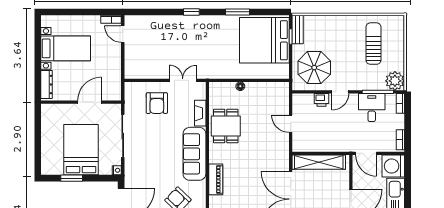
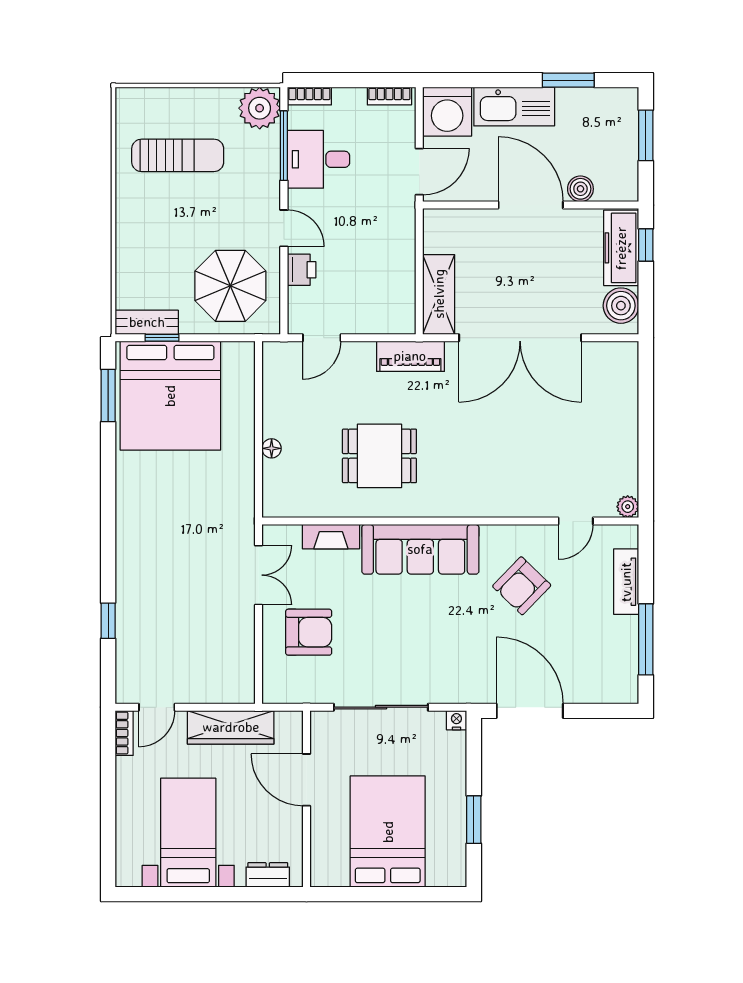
window: (191, 12) -> (108, 621), moved
window: (237, 12) -> (108, 396), moved
sun lounger: (373, 44) -> (178, 155), turned 180
wardrobe: (114, 68) -> (231, 727), added
double door: (183, 80) -> (258, 575), swing flipped
dresser: (47, 85) -> (268, 875), width x0.70
door: (291, 124) -> (322, 338), moved
dining table: (226, 126) -> (379, 456), moved
bed: (81, 150) -> (388, 832), moved, turned 90
shelving: (319, 162) -> (439, 294), width x0.68
piano: (216, 179) -> (410, 356), moved, turned 180

